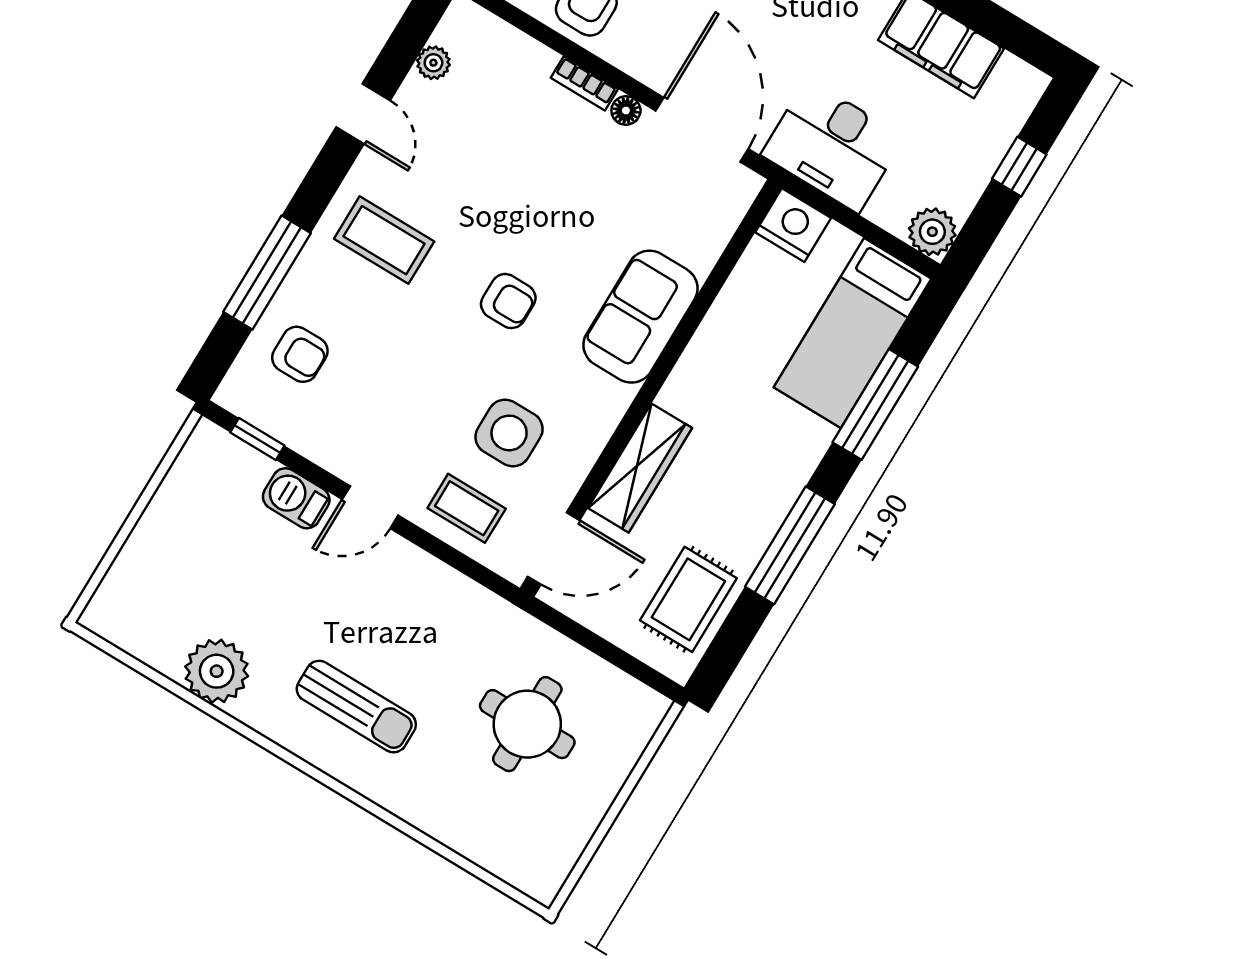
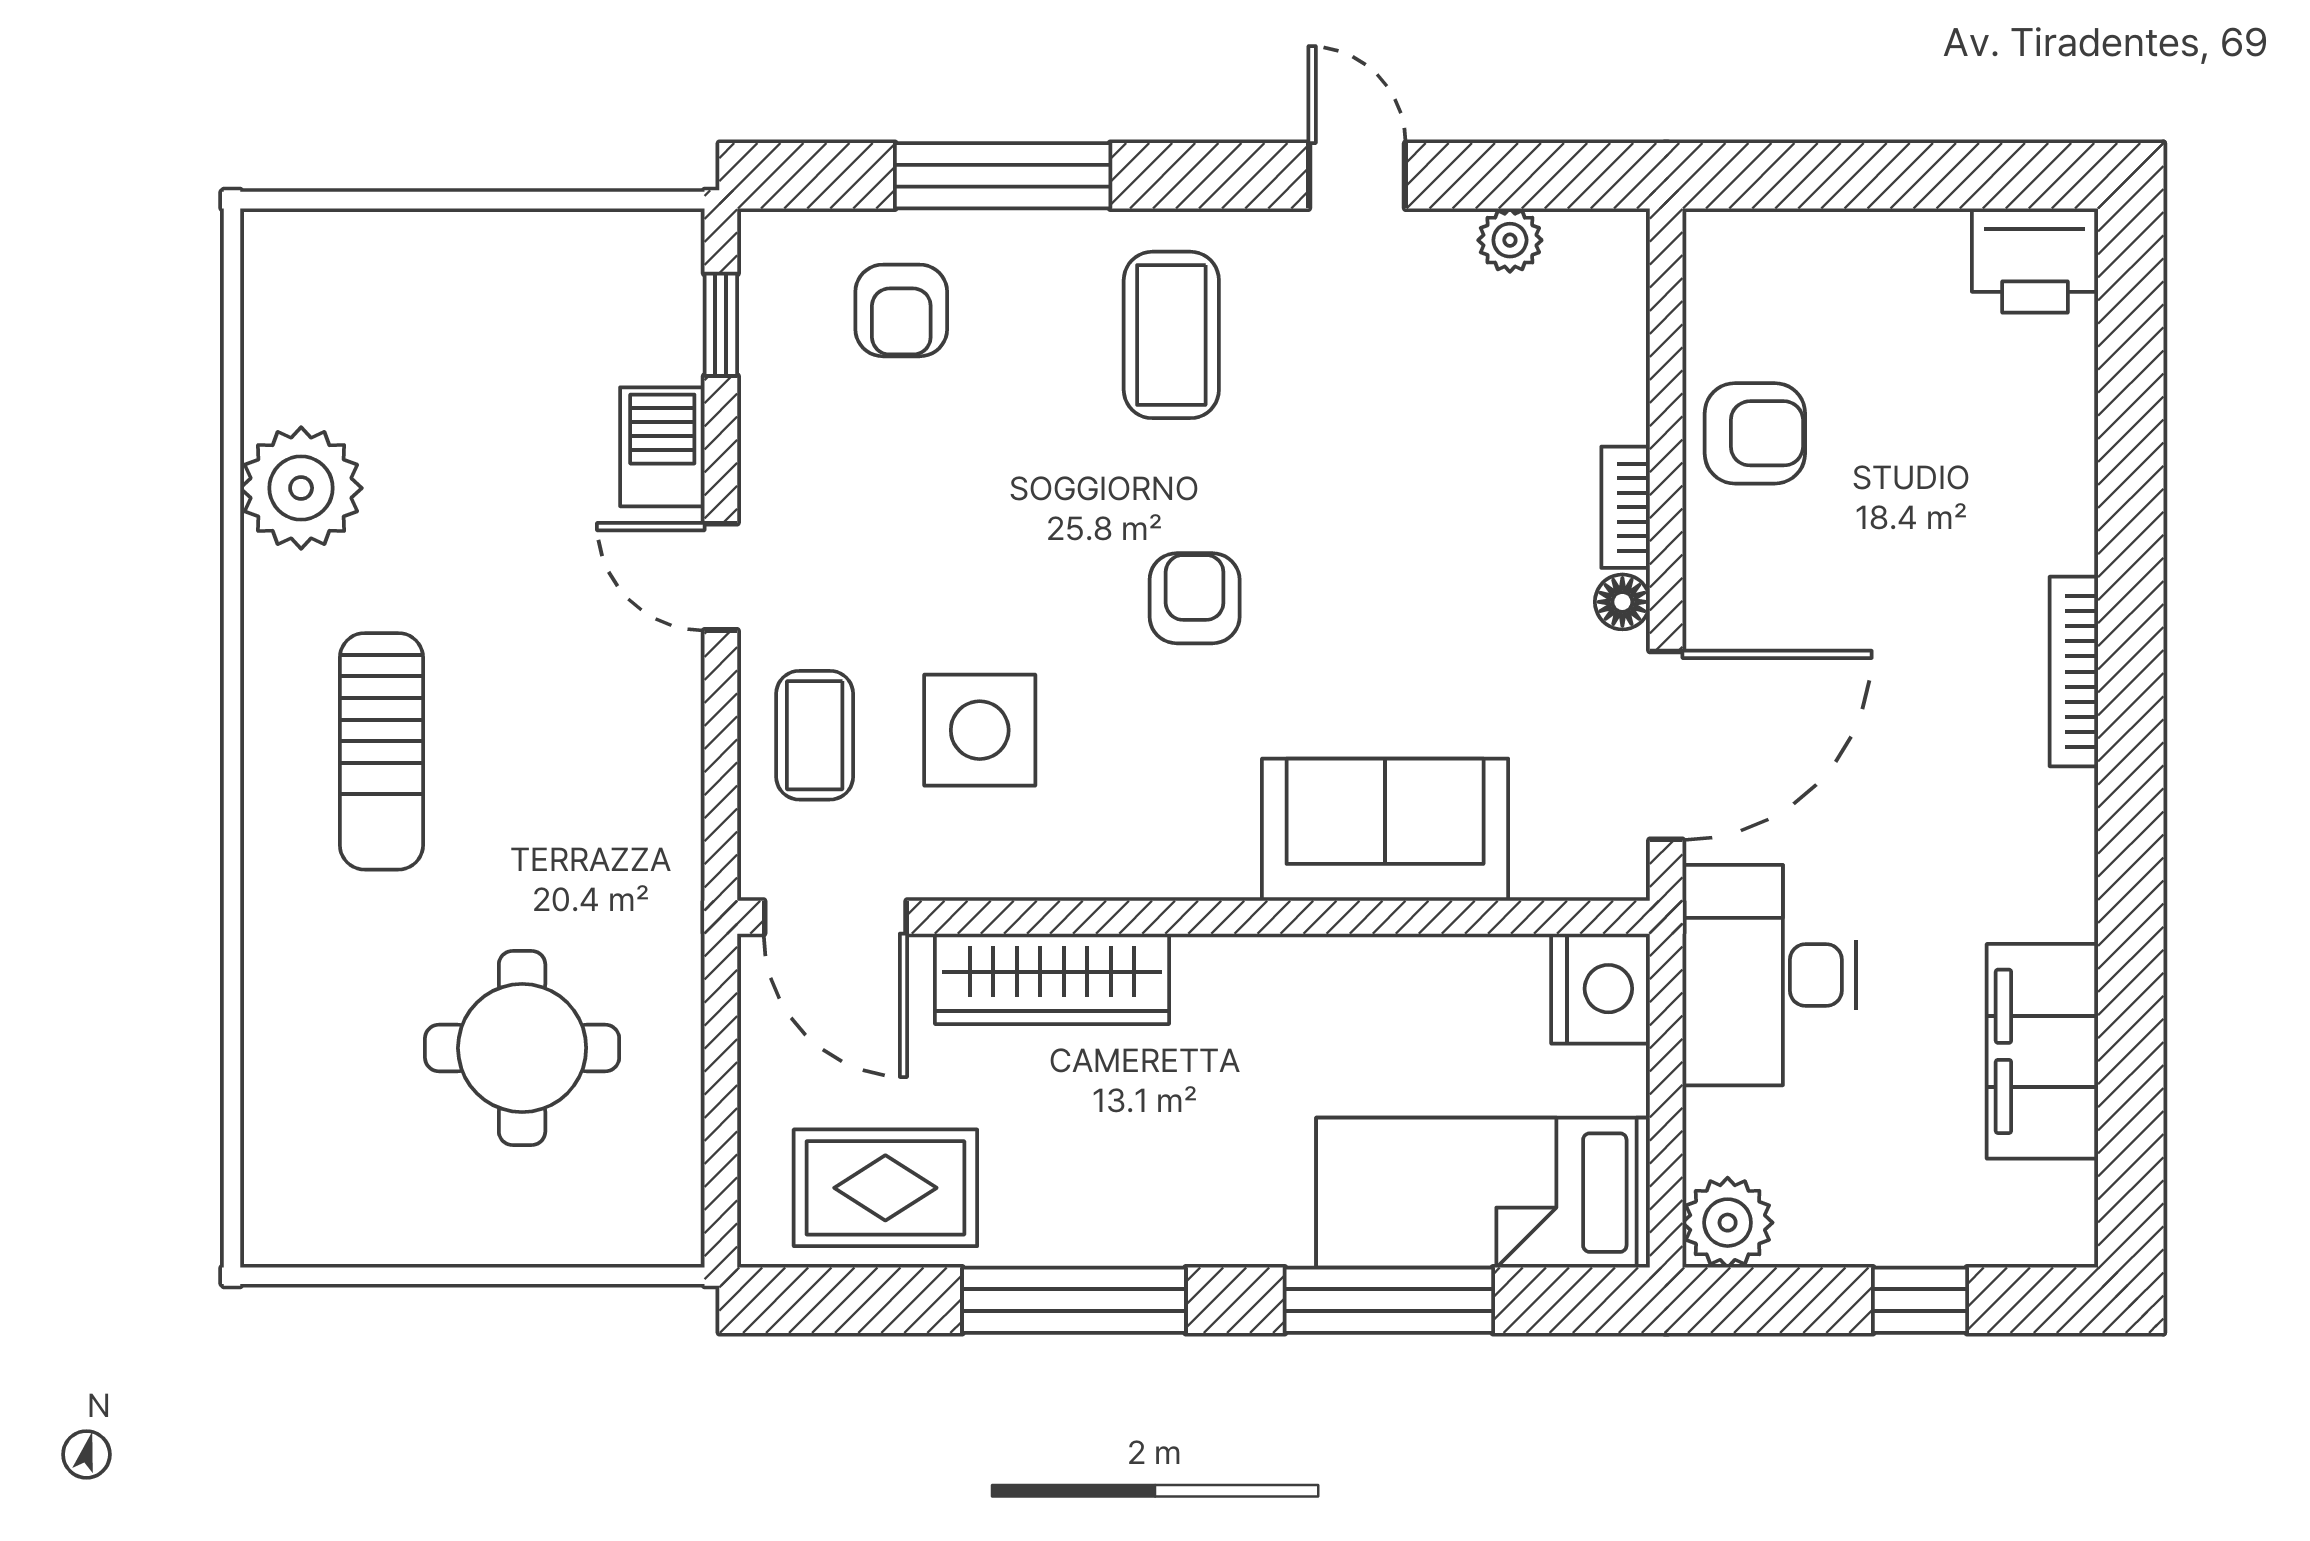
door: (363, 114) -> (1357, 176), swing flipped
armchair: (508, 301) -> (1195, 598), turned 180
sofa: (640, 317) -> (1385, 830), moved

